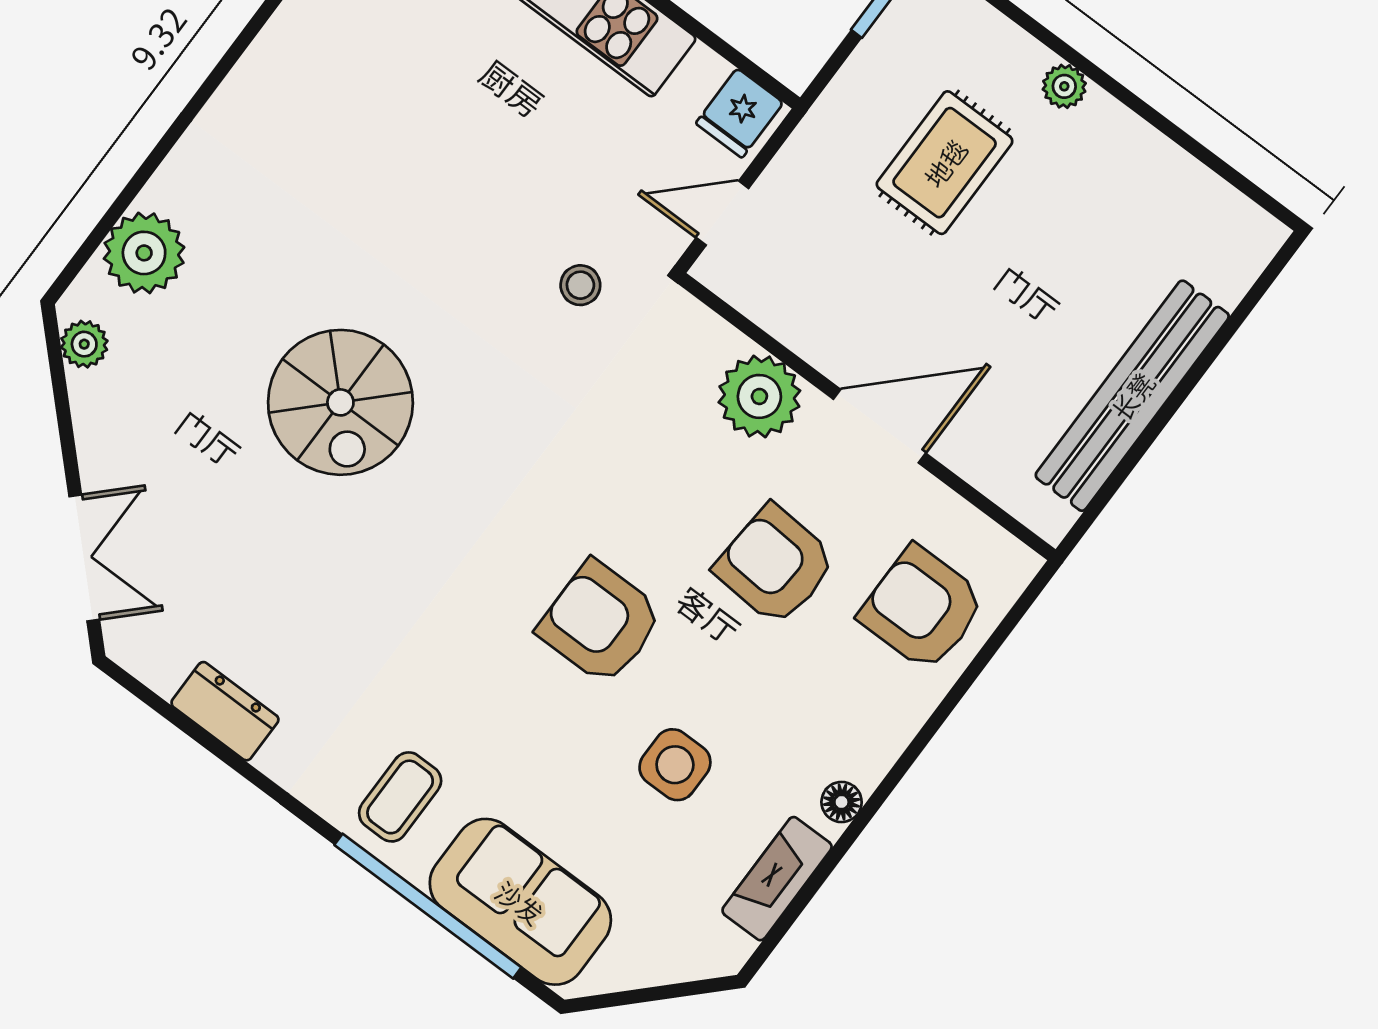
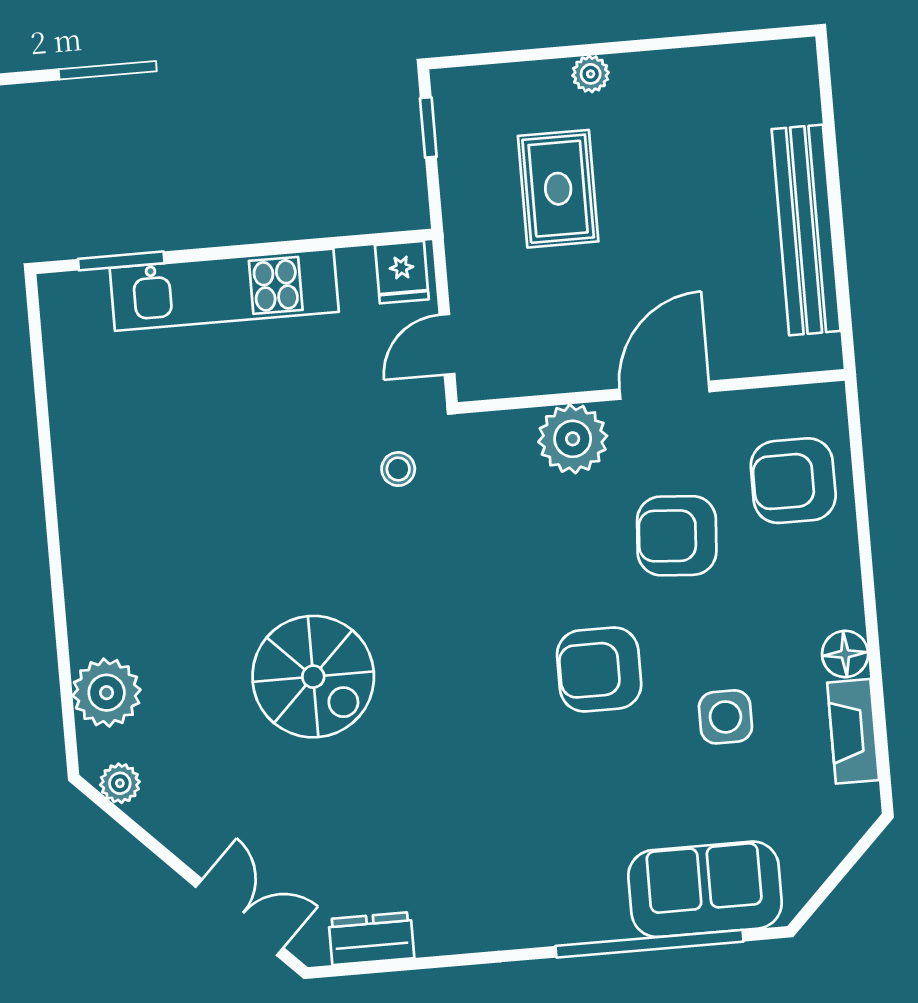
dresser: (225, 711) -> (371, 938), moved
coffee table: (400, 797) -> (571, 891), removed
floor lamp: (842, 802) -> (845, 654), width x1.37, depth x1.37

